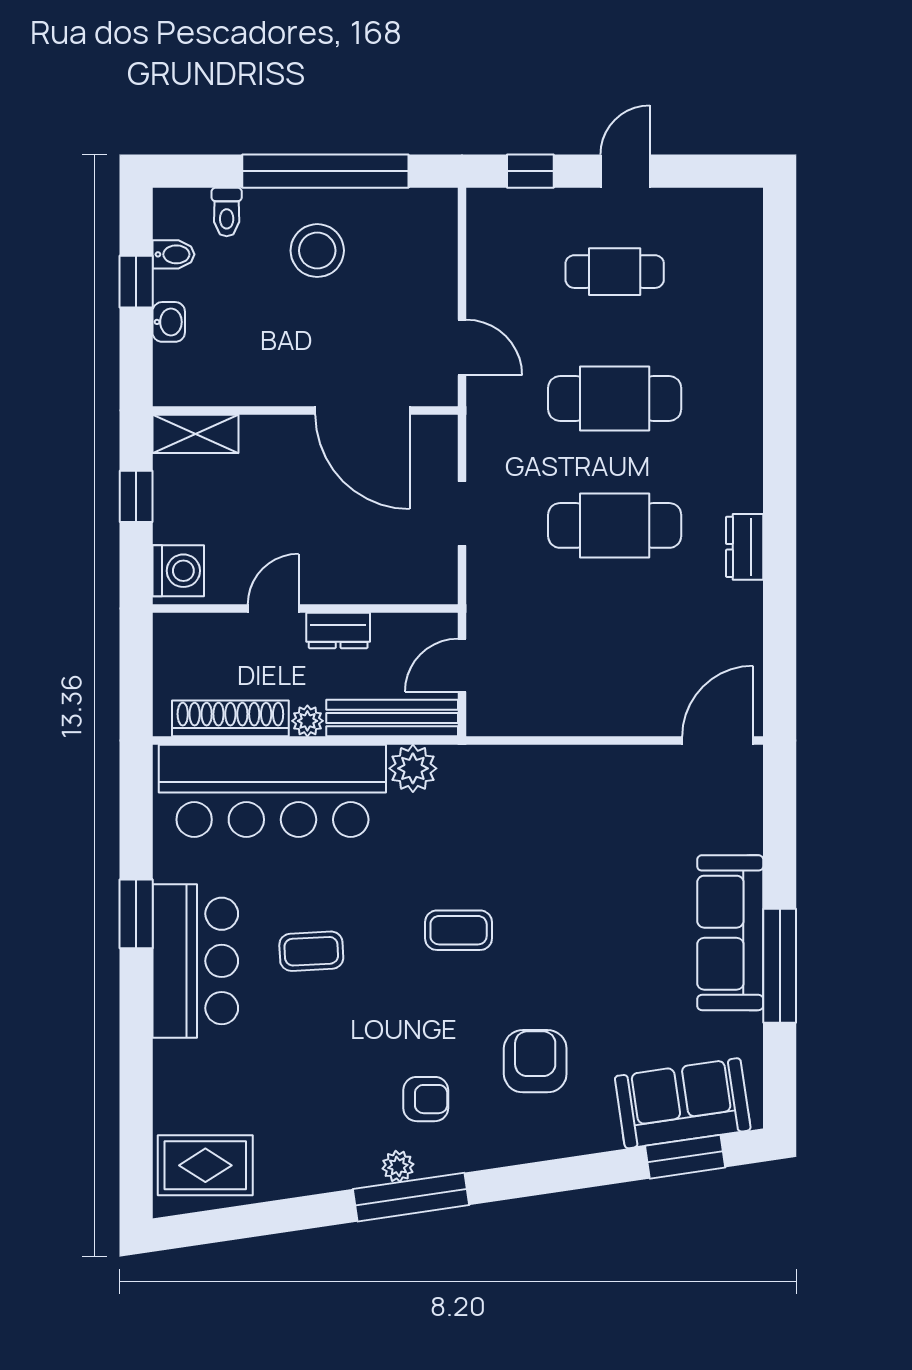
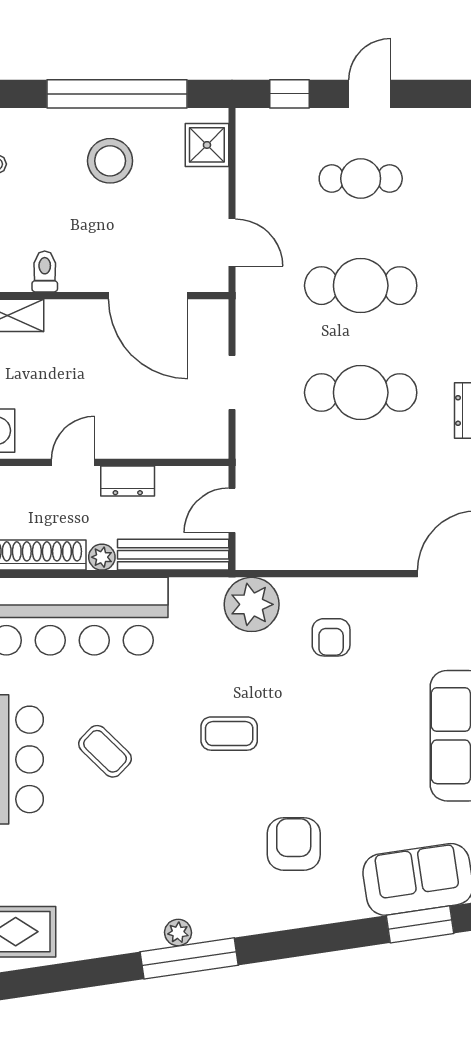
toilet: (227, 212) -> (45, 271), moved, turned 180
shower: (432, 232) -> (207, 145), added
plant: (413, 768) -> (252, 604), moved, width x1.36, depth x1.36
coffee table: (311, 951) -> (105, 751), turned 47
armchair: (426, 1099) -> (331, 637), moved, turned 90

